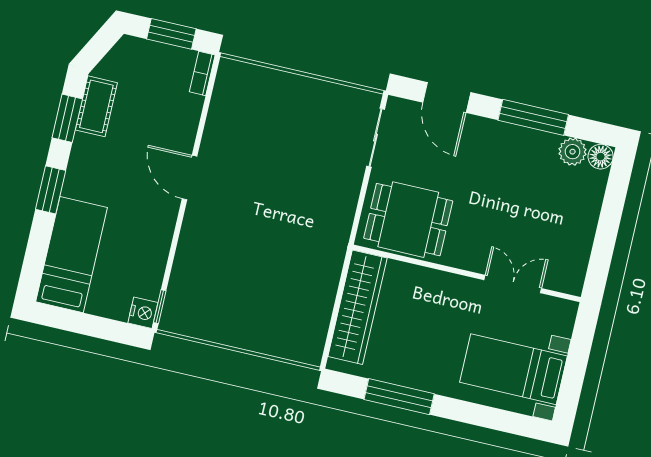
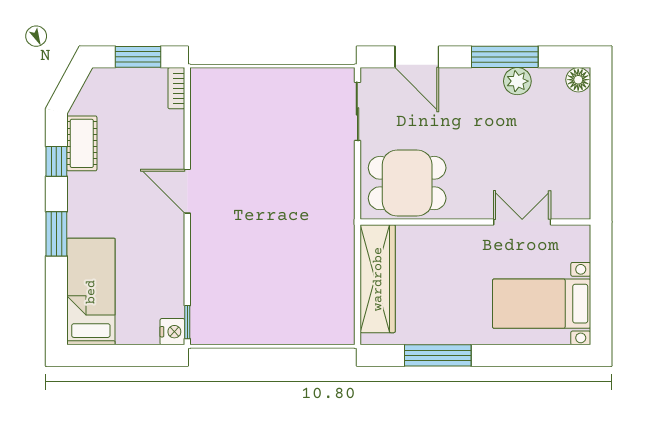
window: (67, 118) -> (56, 161), width x0.67
plant: (573, 152) -> (517, 81), moved

